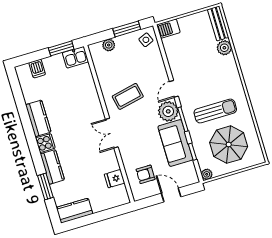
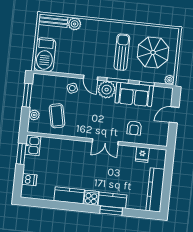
barbecue: (168, 29) -> (45, 55), width x1.88, depth x1.53
side table: (146, 40) -> (72, 88), moved
coffee table: (128, 96) -> (57, 116), moved
armchair: (146, 174) -> (134, 128), moved
window: (45, 187) -> (111, 211), moved
kitchen counter: (74, 211) -> (155, 190), width x1.50

